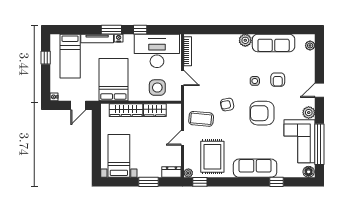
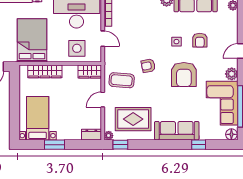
wardrobe: (155, 110) -> (90, 71), moved
armchair: (262, 113) -> (184, 74), turned -90
rug: (212, 157) -> (133, 119), turned 90
window: (148, 182) -> (54, 145), moved

